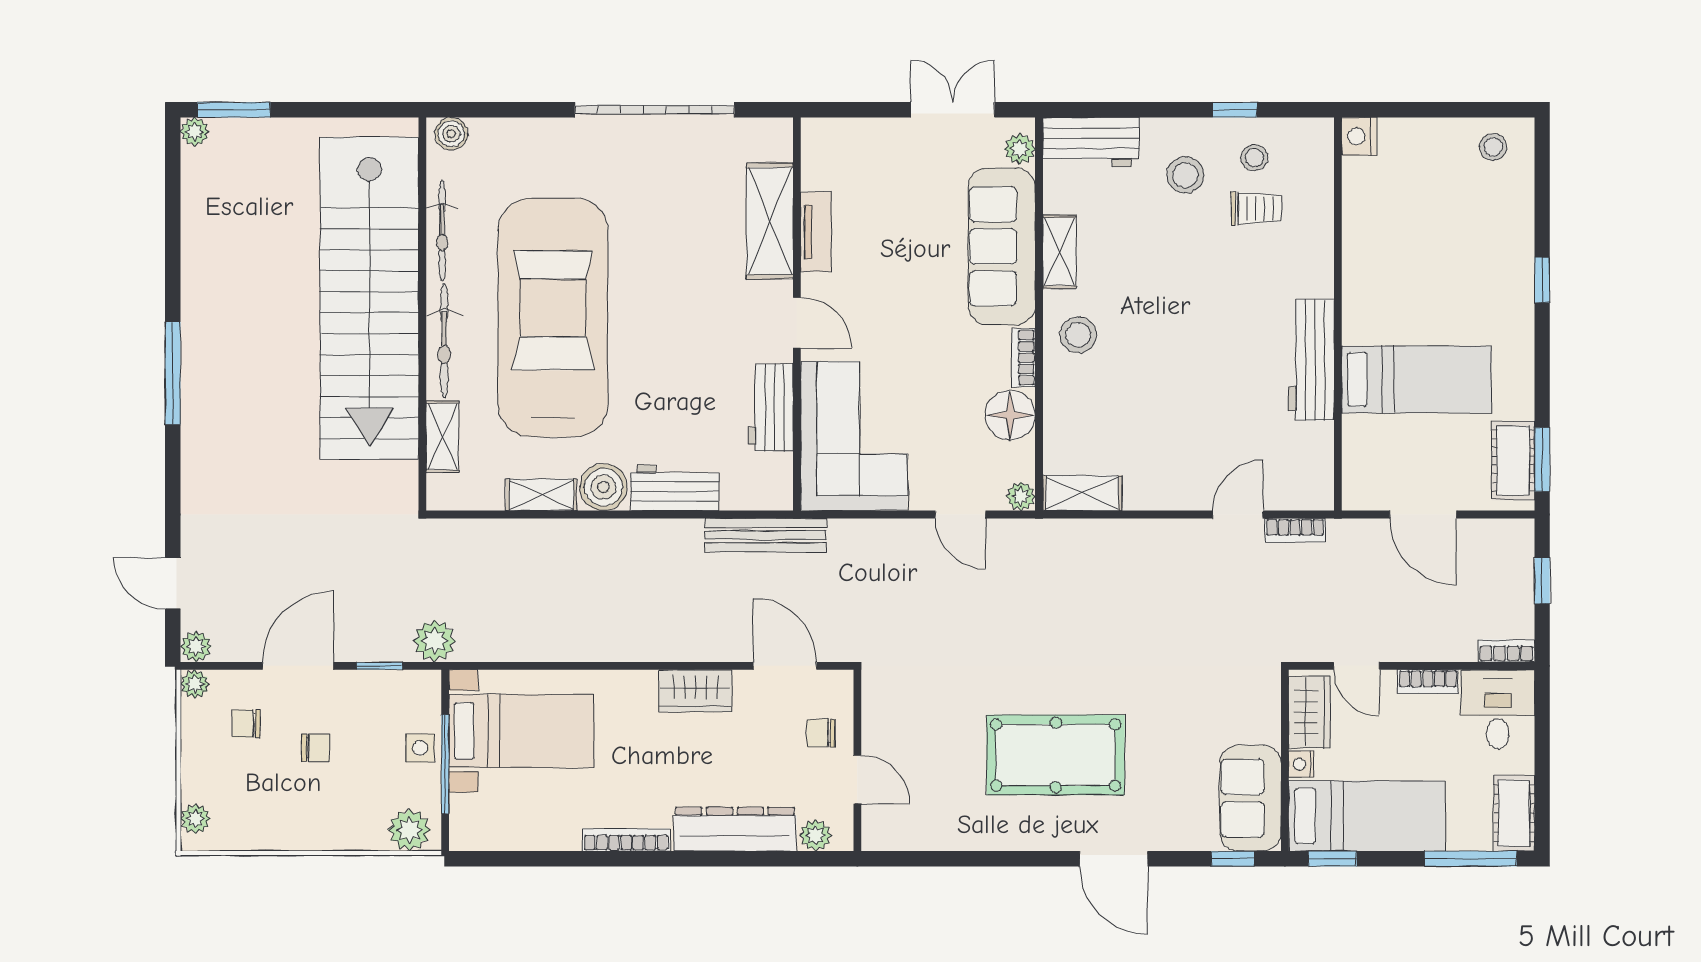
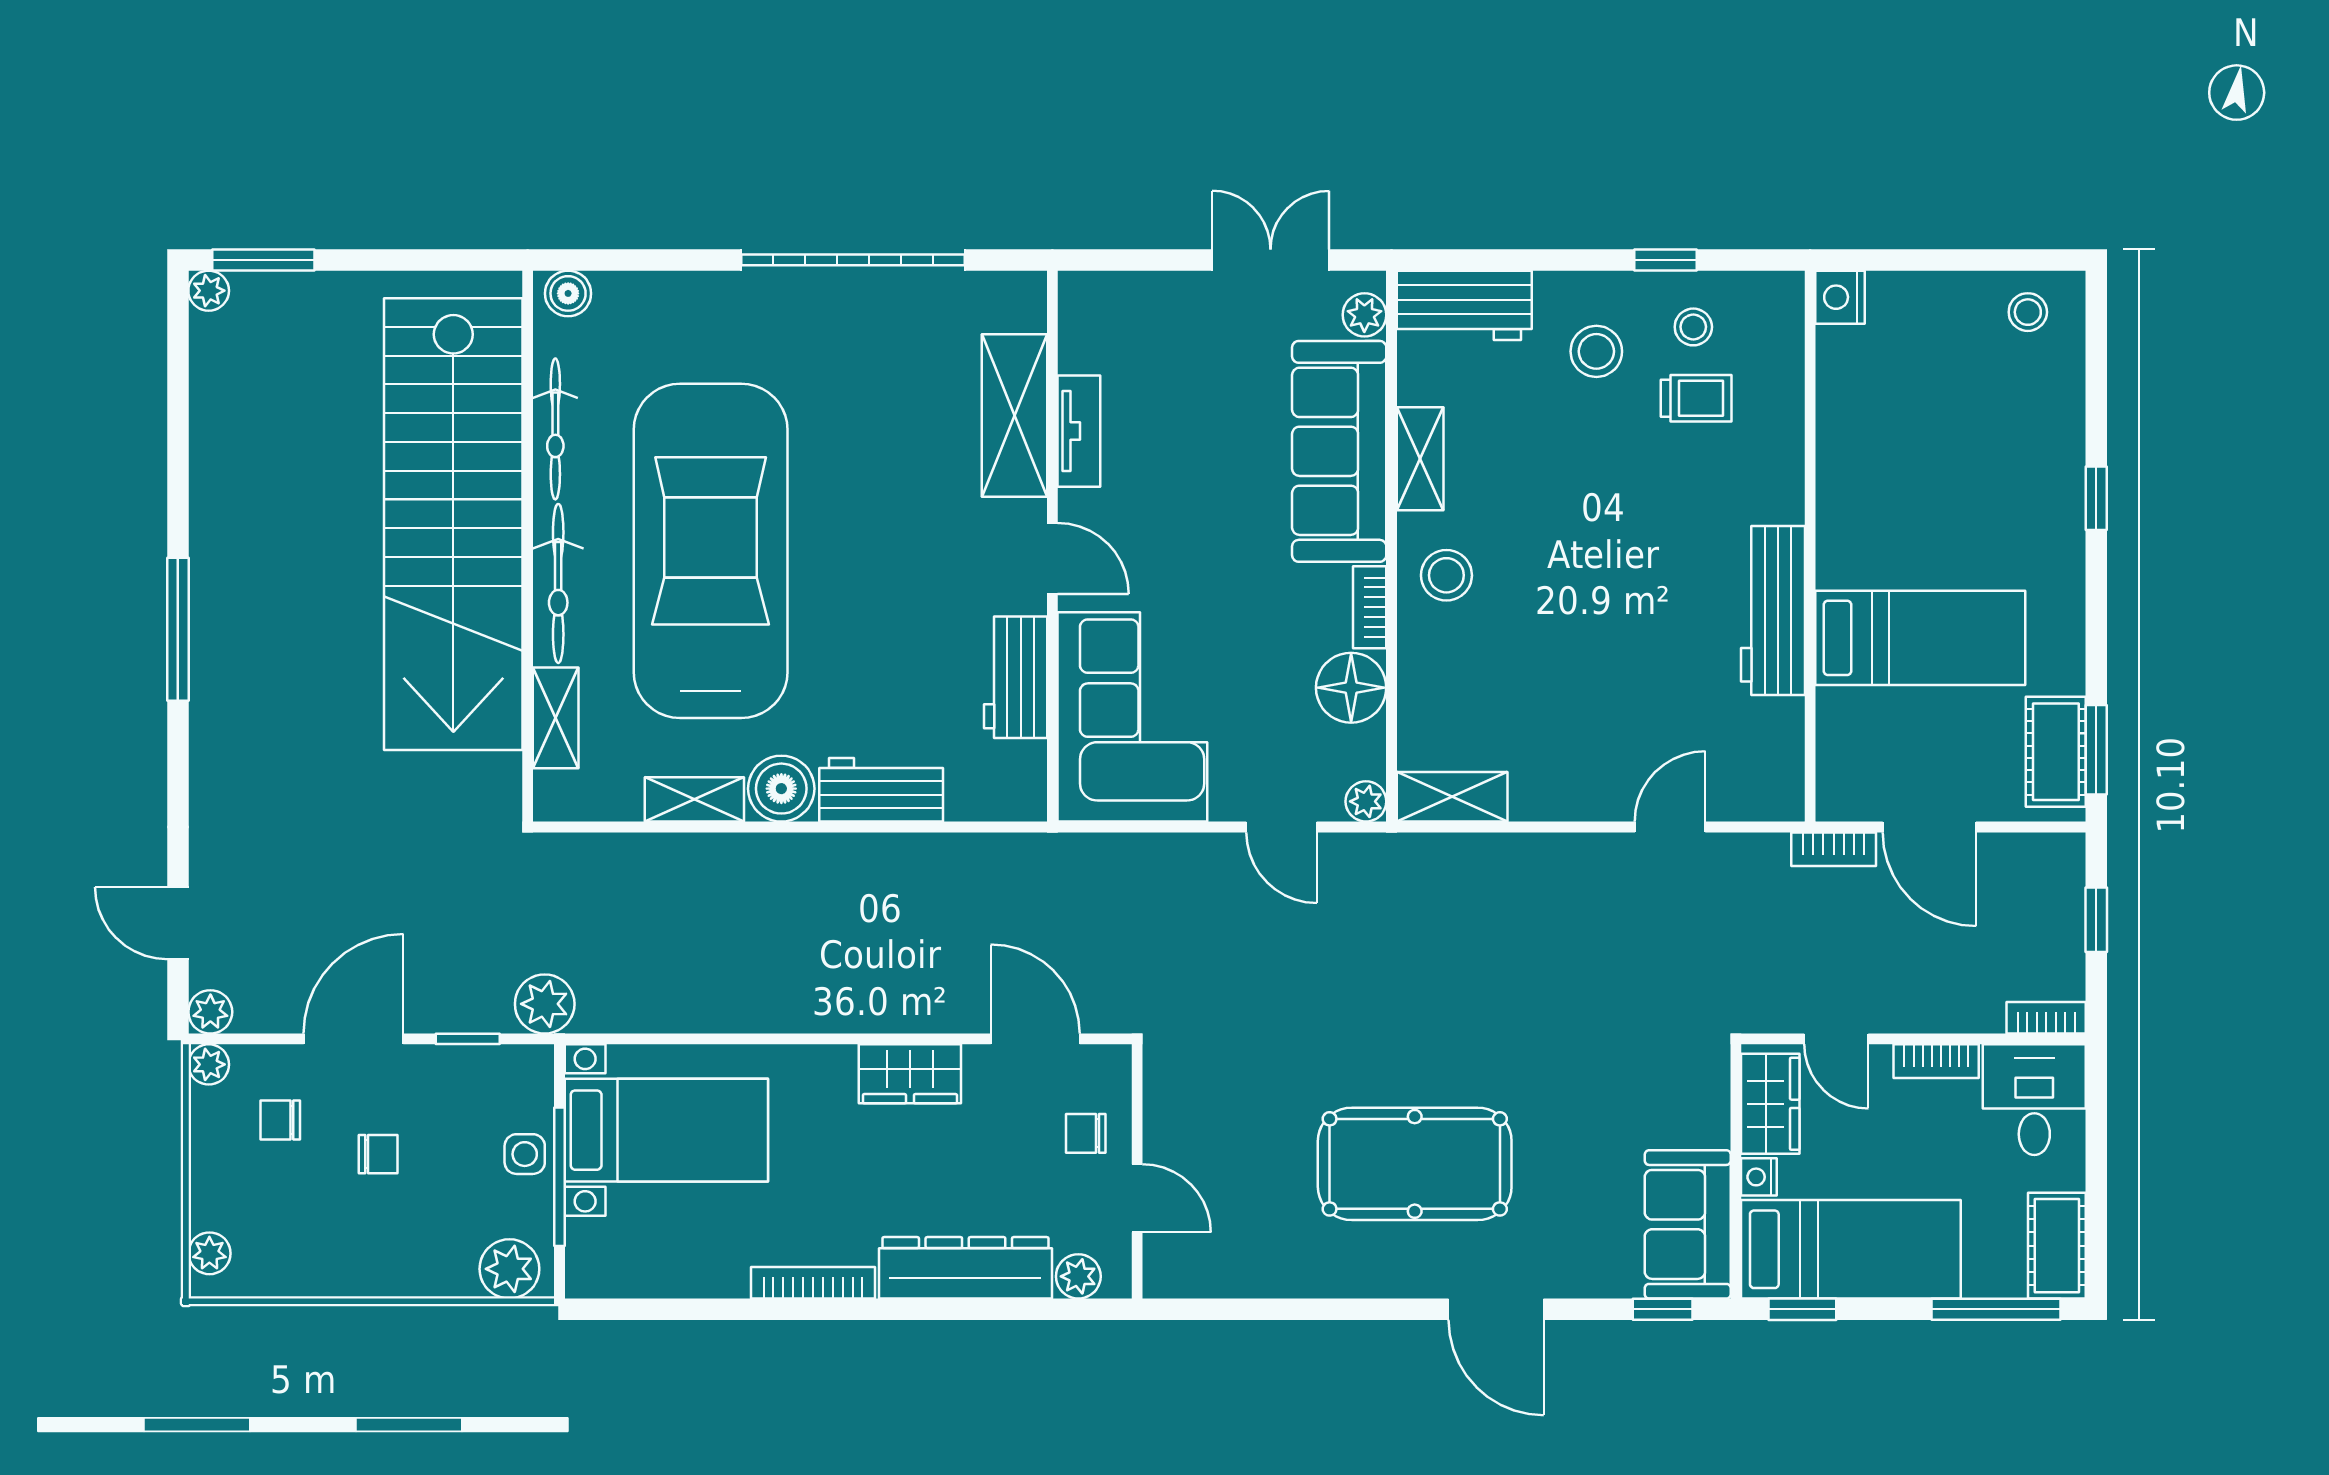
bookcase: (1295, 530) -> (1834, 849), moved
bench: (766, 535) -> (1008, 856), removed

